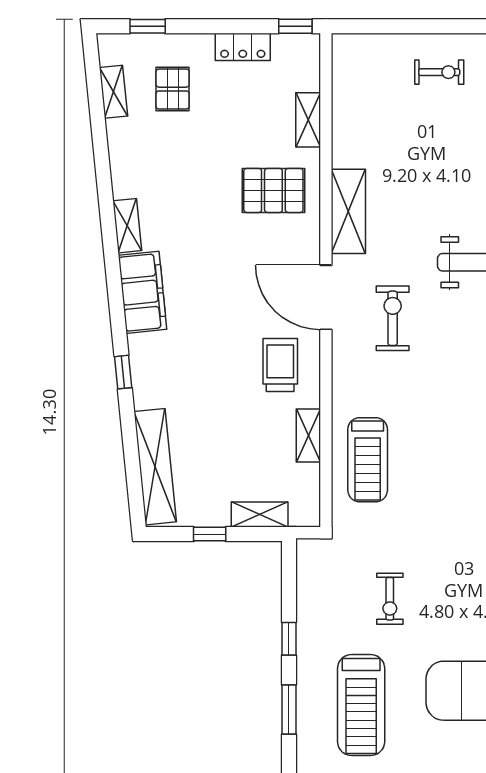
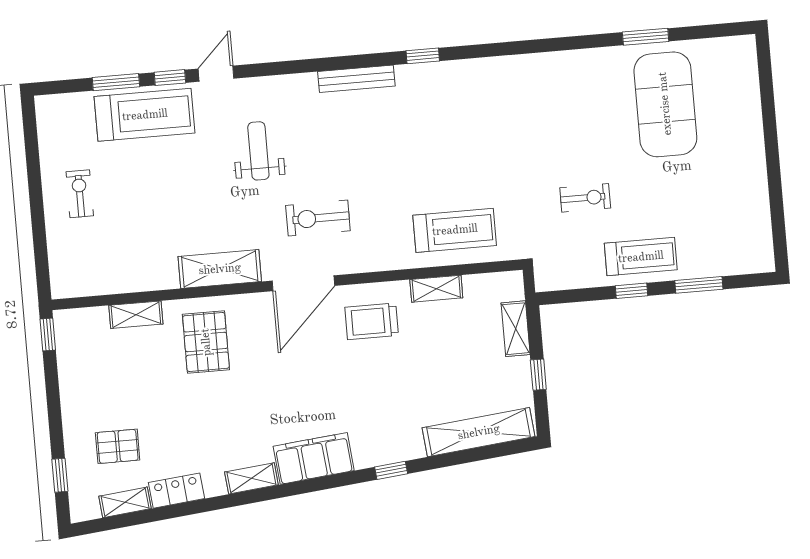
locker: (243, 47) -> (176, 491), moved, turned -96
treadmill: (361, 705) -> (641, 257), moved, width x0.73, depth x0.73

